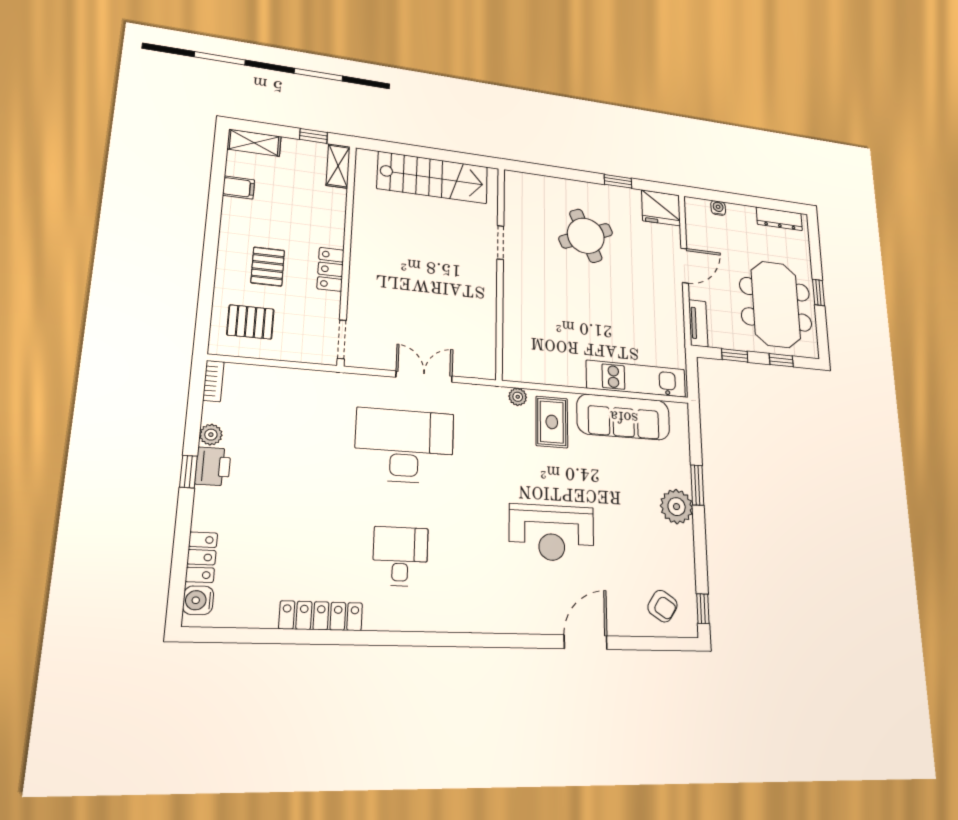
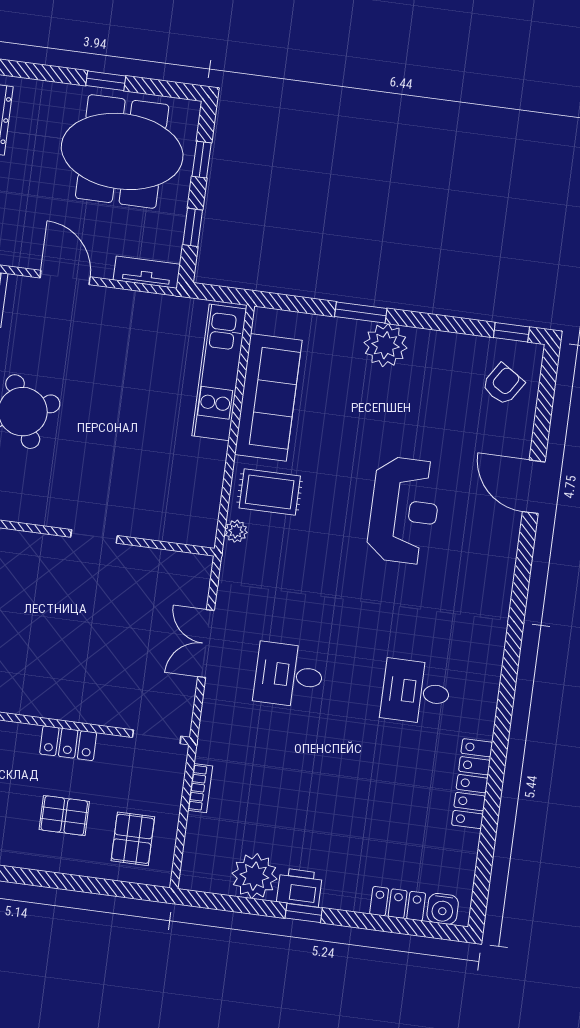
doorway: (500, 242) -> (94, 536), moved
bookcase: (213, 381) -> (200, 788), moved, turned 90
plant: (211, 435) -> (254, 876), width x1.88, depth x1.88
desk: (404, 446) -> (289, 675), width x0.53, depth x0.77

